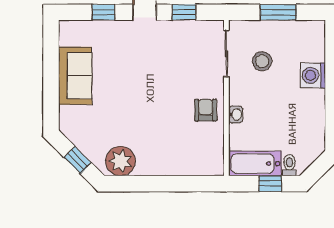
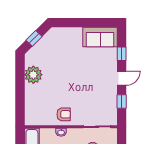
sofa: (75, 76) -> (100, 37), moved
plant: (121, 161) -> (33, 75), moved

